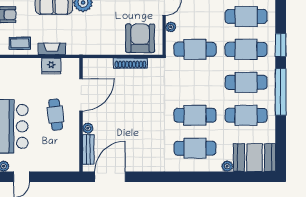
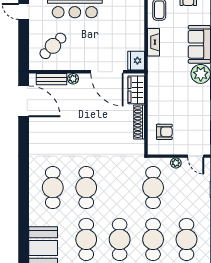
armchair: (140, 38) -> (164, 132), width x0.53, depth x0.53
fridge: (51, 66) -> (136, 61), moved
wardrobe: (99, 66) -> (136, 90), added
cafe table: (56, 115) -> (53, 46), moved, turned -38
plant: (227, 166) -> (34, 220), removed

